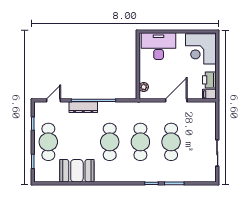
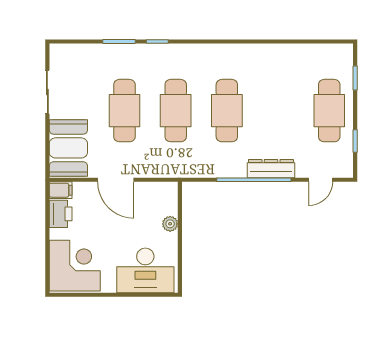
plant: (144, 87) -> (170, 224), moved
door: (176, 100) -> (116, 180), hinge flipped
booth: (77, 171) -> (68, 148), moved, turned 90

